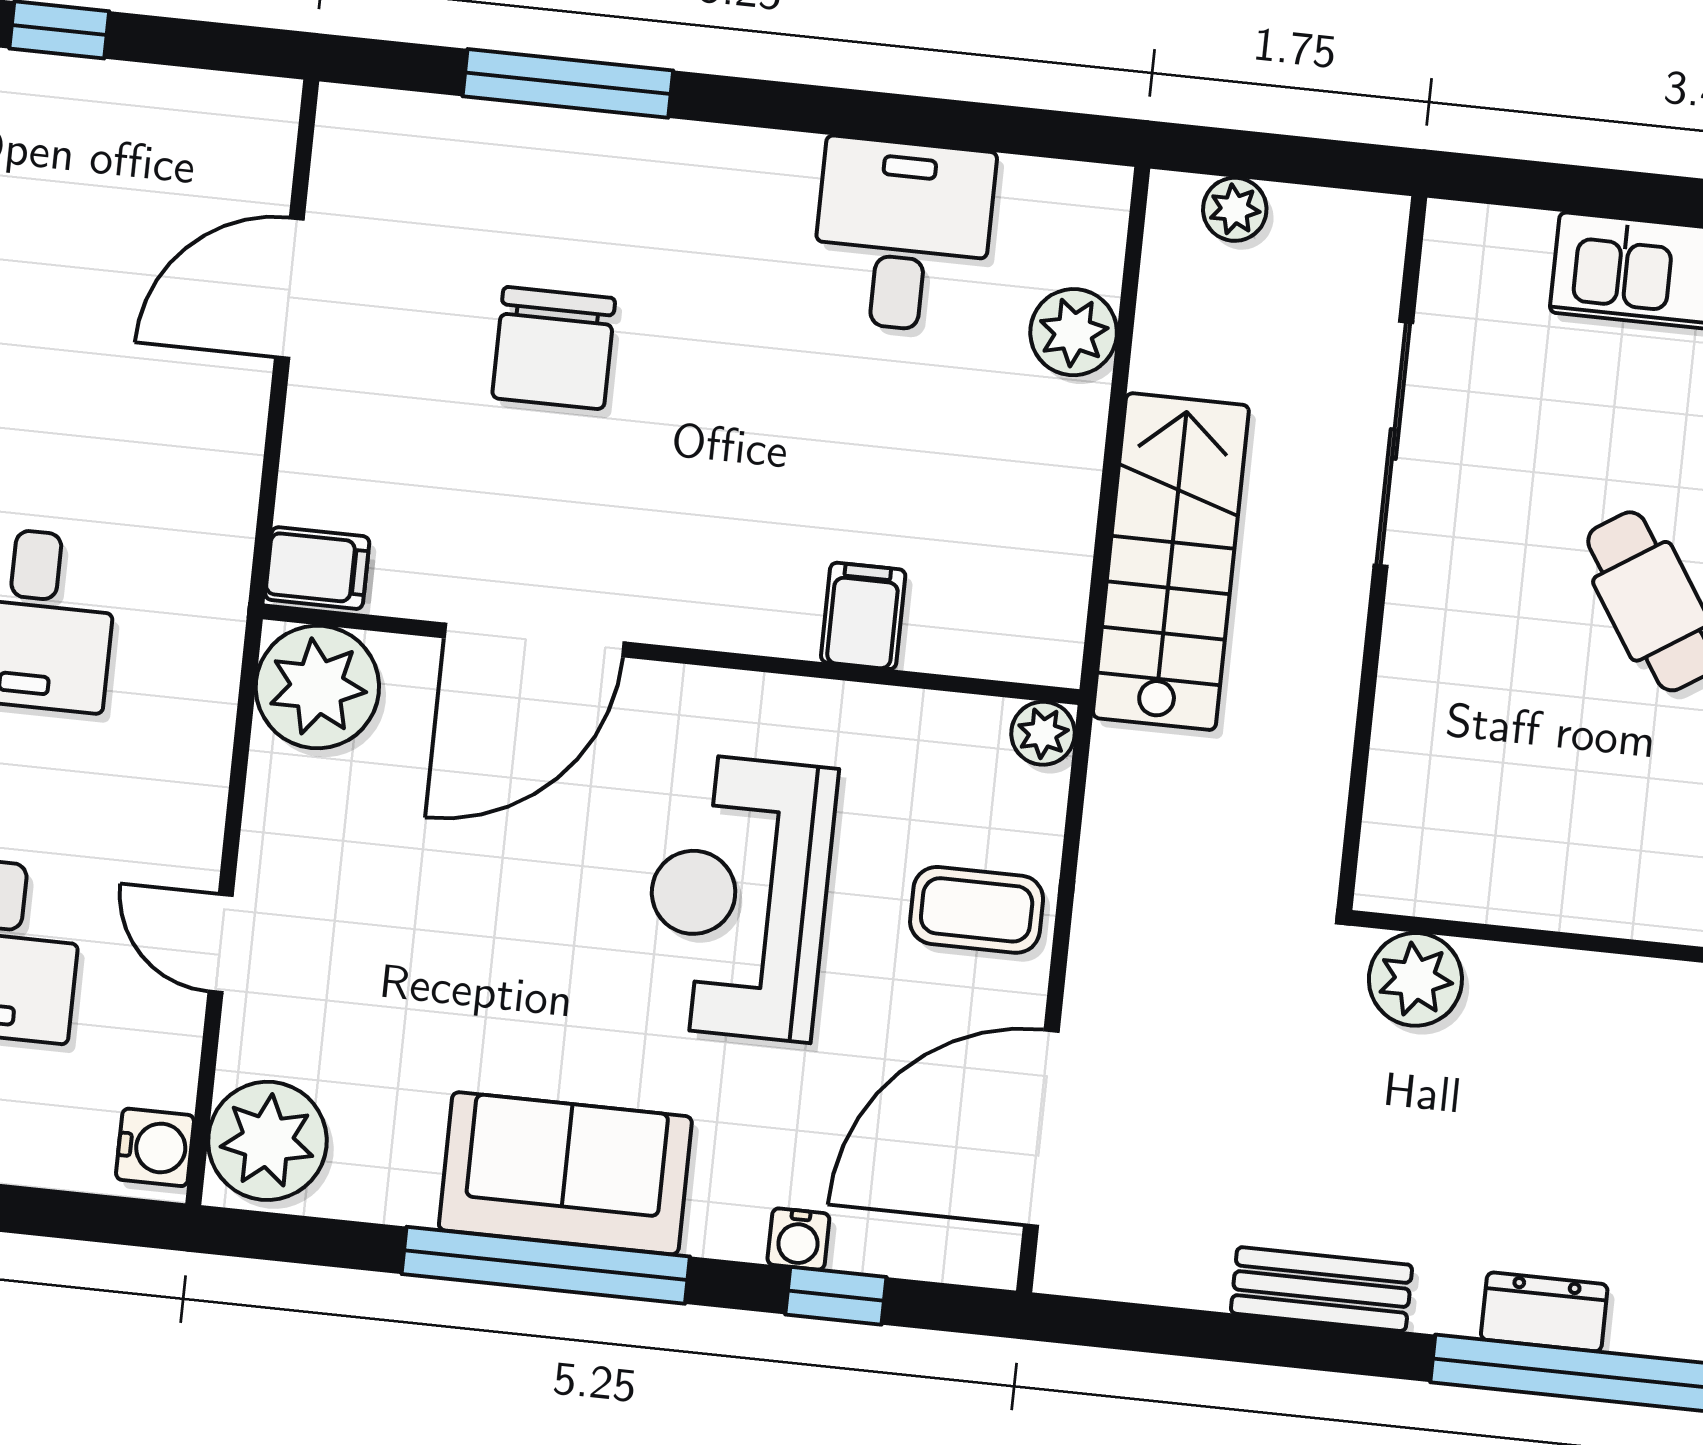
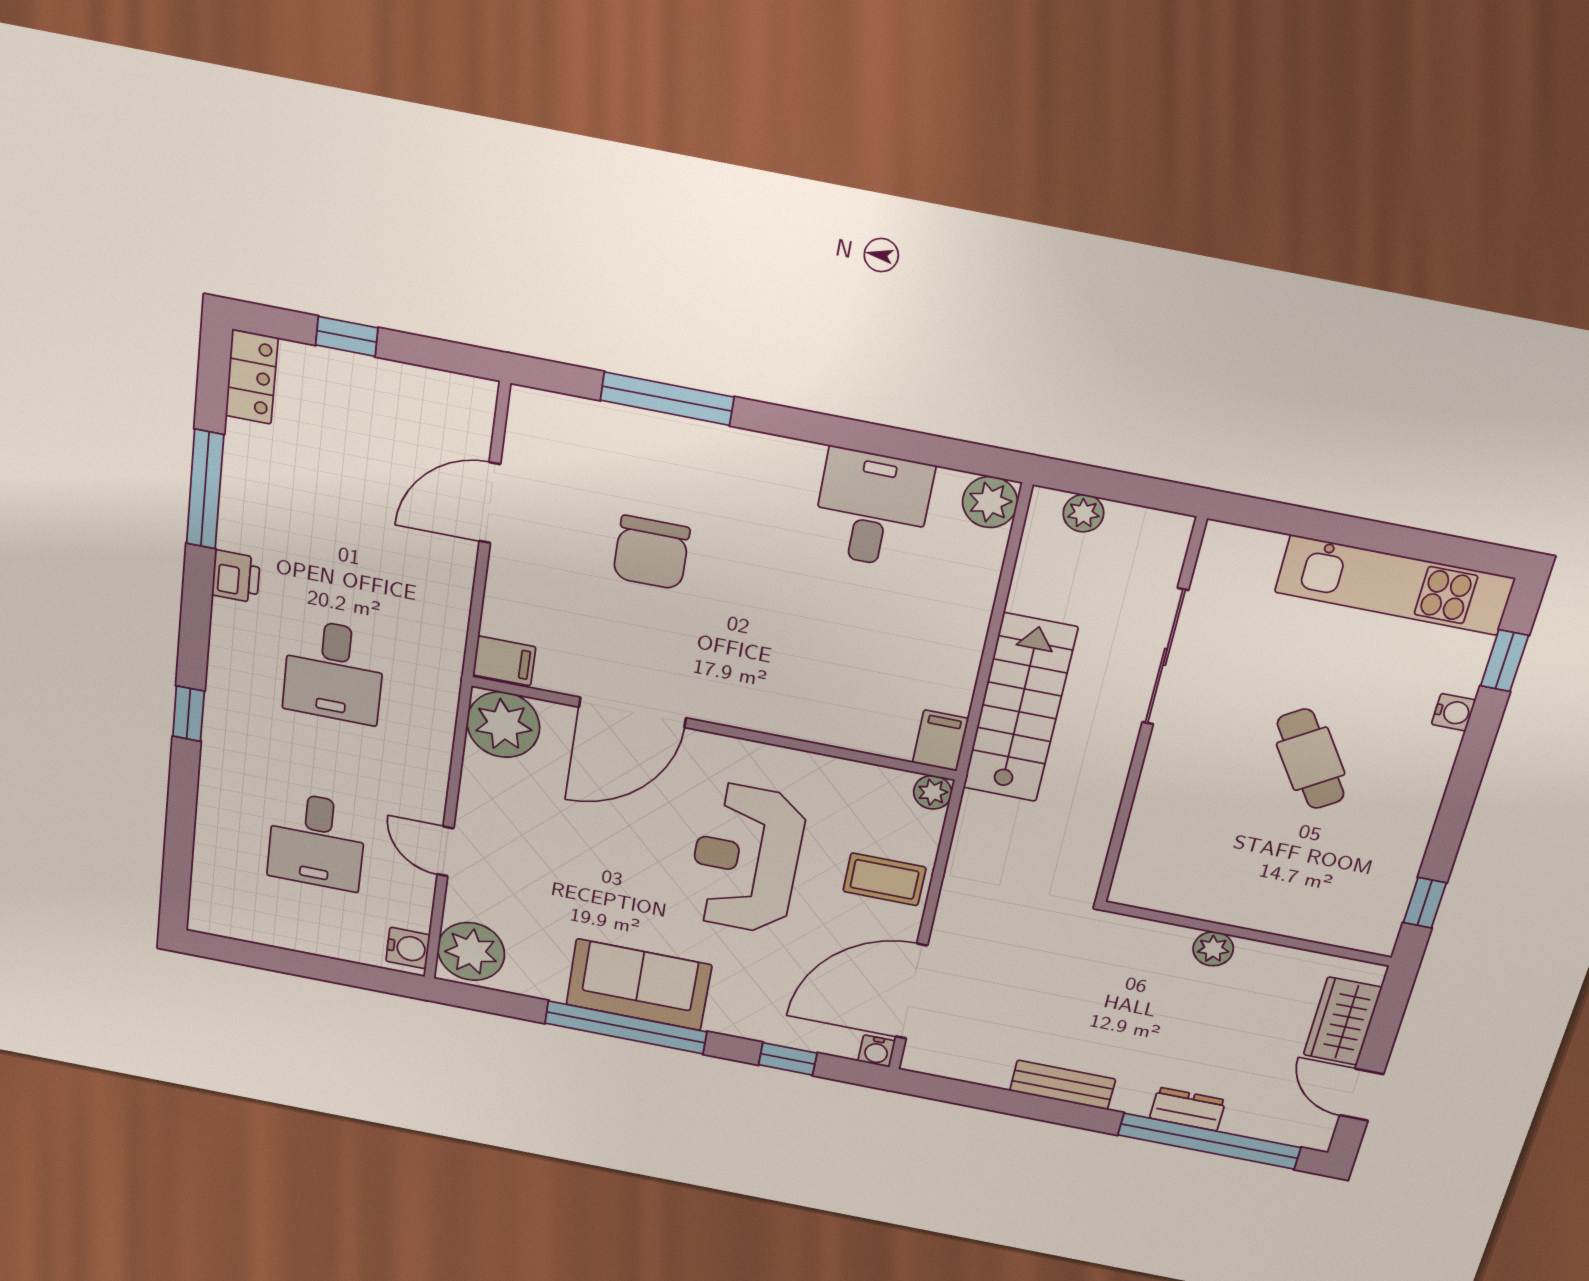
plant: (1074, 332) -> (990, 502), moved
filing cabinet: (863, 616) -> (940, 741), moved
plant: (1415, 979) -> (1213, 949), moved, width x0.73, depth x0.73
water cooler: (798, 1239) -> (877, 1051), moved

